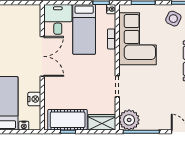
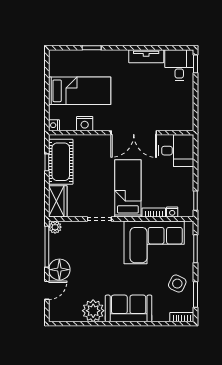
nightstand: (111, 9) -> (172, 212), moved
bed: (84, 29) -> (128, 188), moved, turned 90
plant: (129, 120) -> (55, 227), width x0.53, depth x0.53
floor lamp: (161, 121) -> (59, 270), added
nightstand: (24, 126) -> (54, 125), moved

